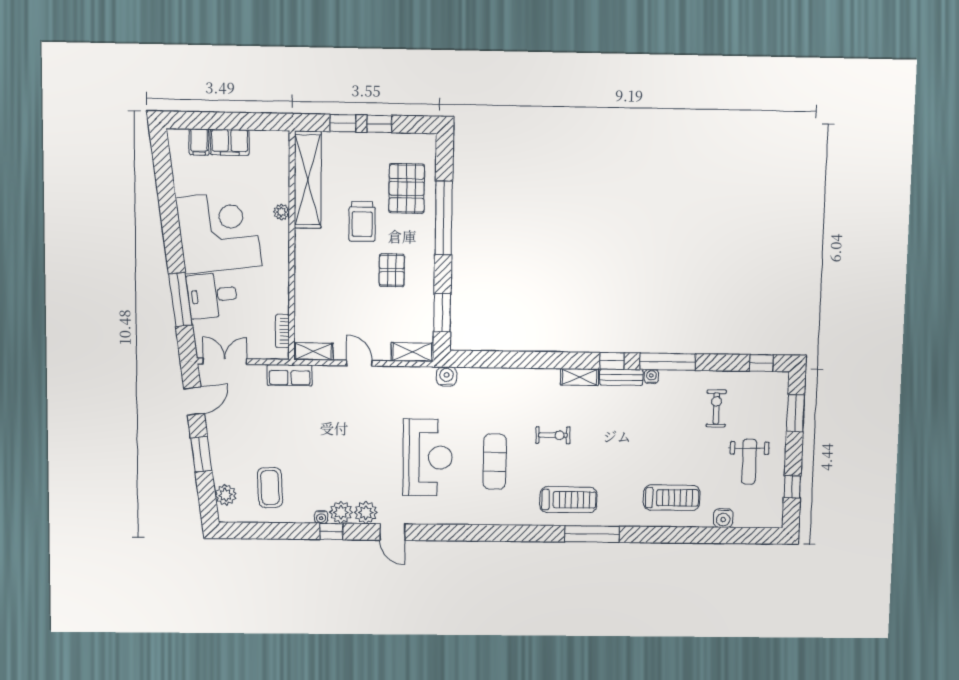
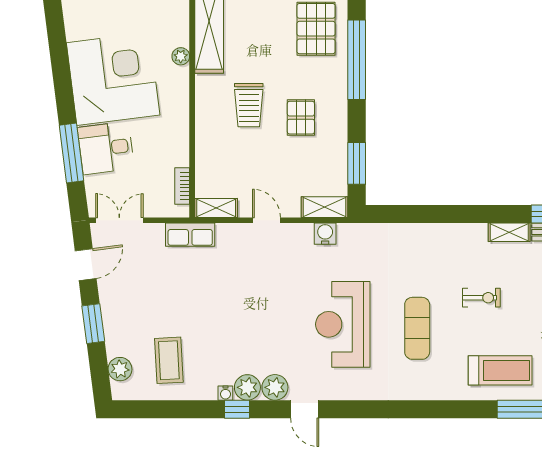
trolley: (362, 221) -> (249, 105), moved
water cooler: (446, 376) -> (325, 234), moved
reception desk: (428, 457) -> (343, 324), turned 180

